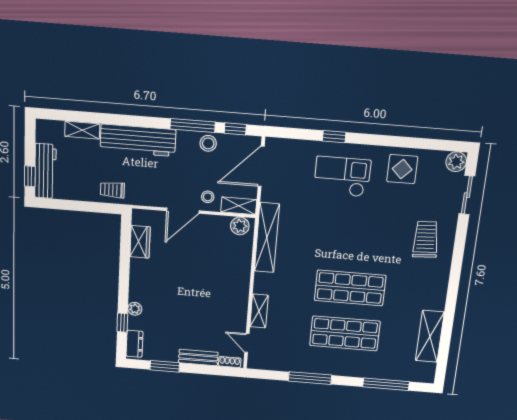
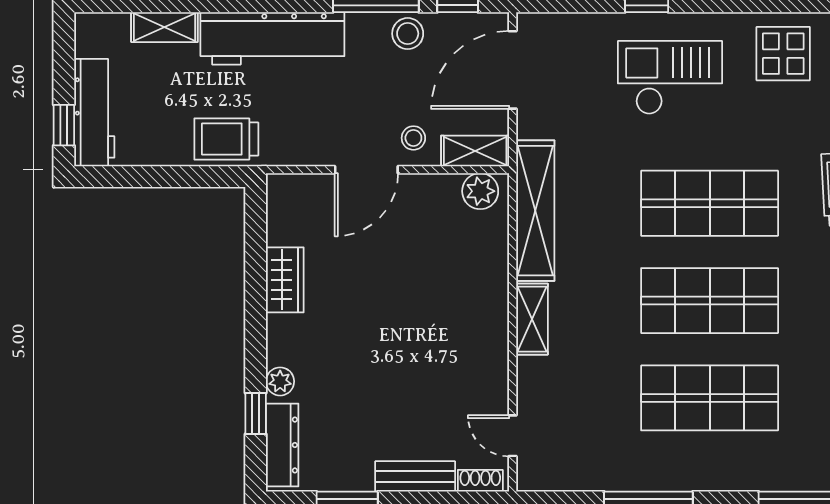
trolley: (112, 190) -> (226, 139), width x1.36, depth x1.39
shop shelf: (355, 241) -> (710, 203), added
wardrobe: (140, 242) -> (285, 280), moved
shelving: (259, 311) -> (532, 319), moved
dresser: (134, 344) -> (282, 445), width x1.44

